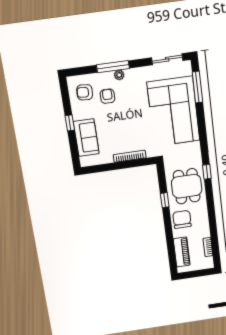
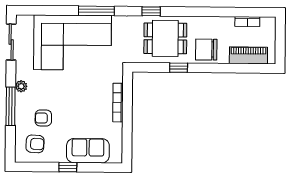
plant: (119, 75) -> (21, 86), moved
window: (197, 87) -> (96, 11), moved
armchair: (85, 92) -> (35, 144), turned -91

